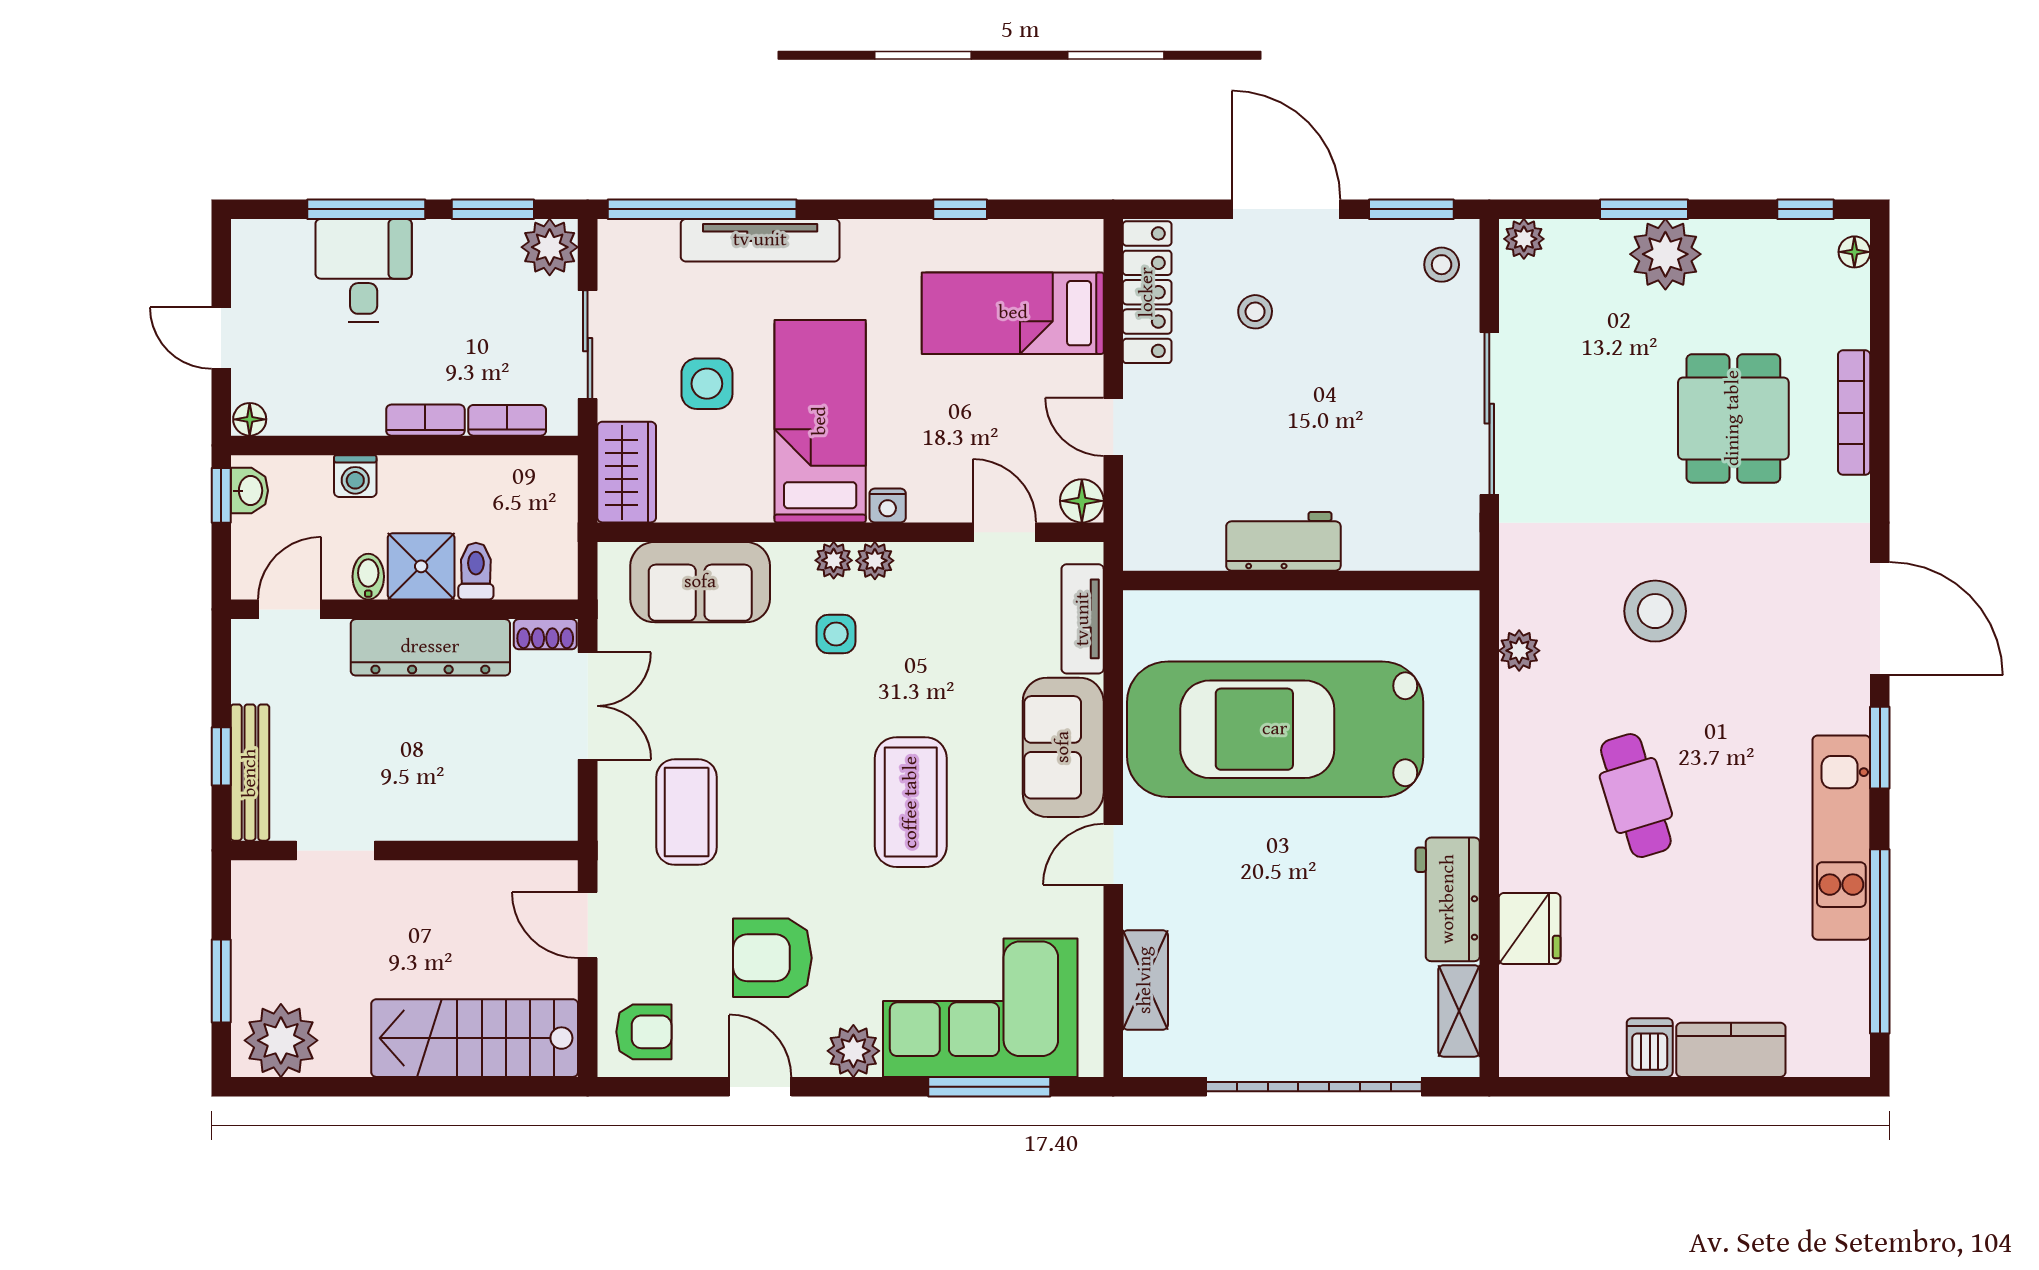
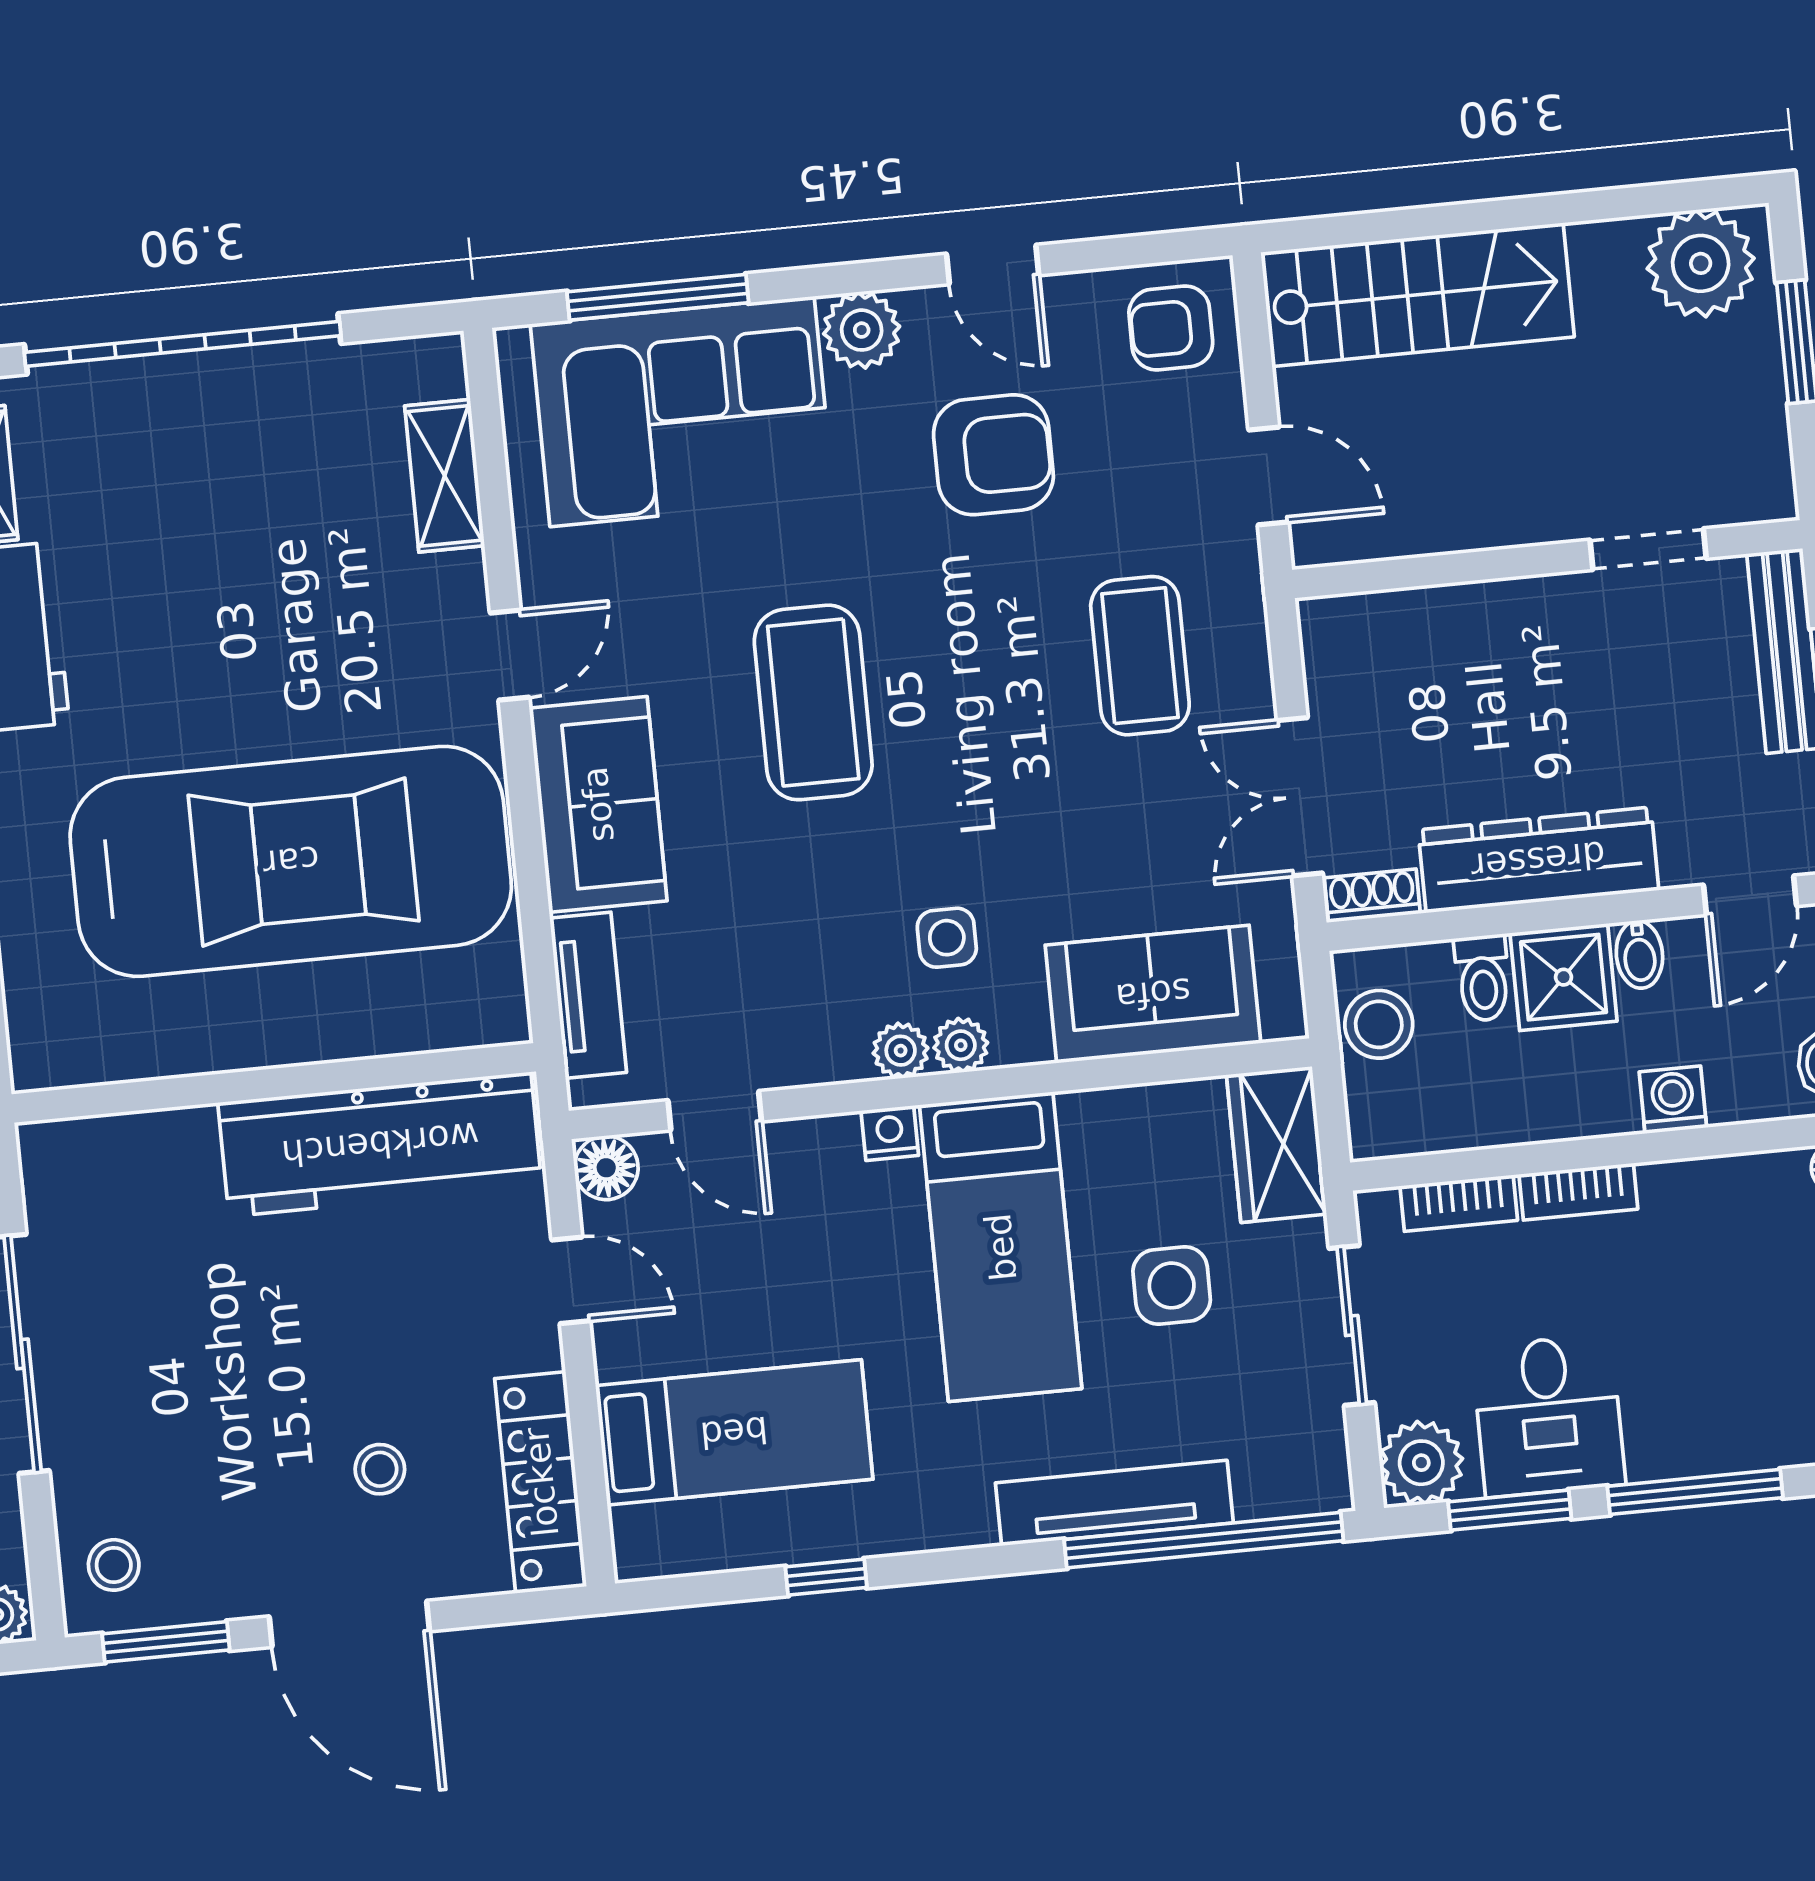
desk: (364, 271) -> (1548, 1416), moved
workbench: (1283, 541) -> (380, 1144), width x1.88, depth x1.32
stool: (549, 547) -> (1379, 1024), added

